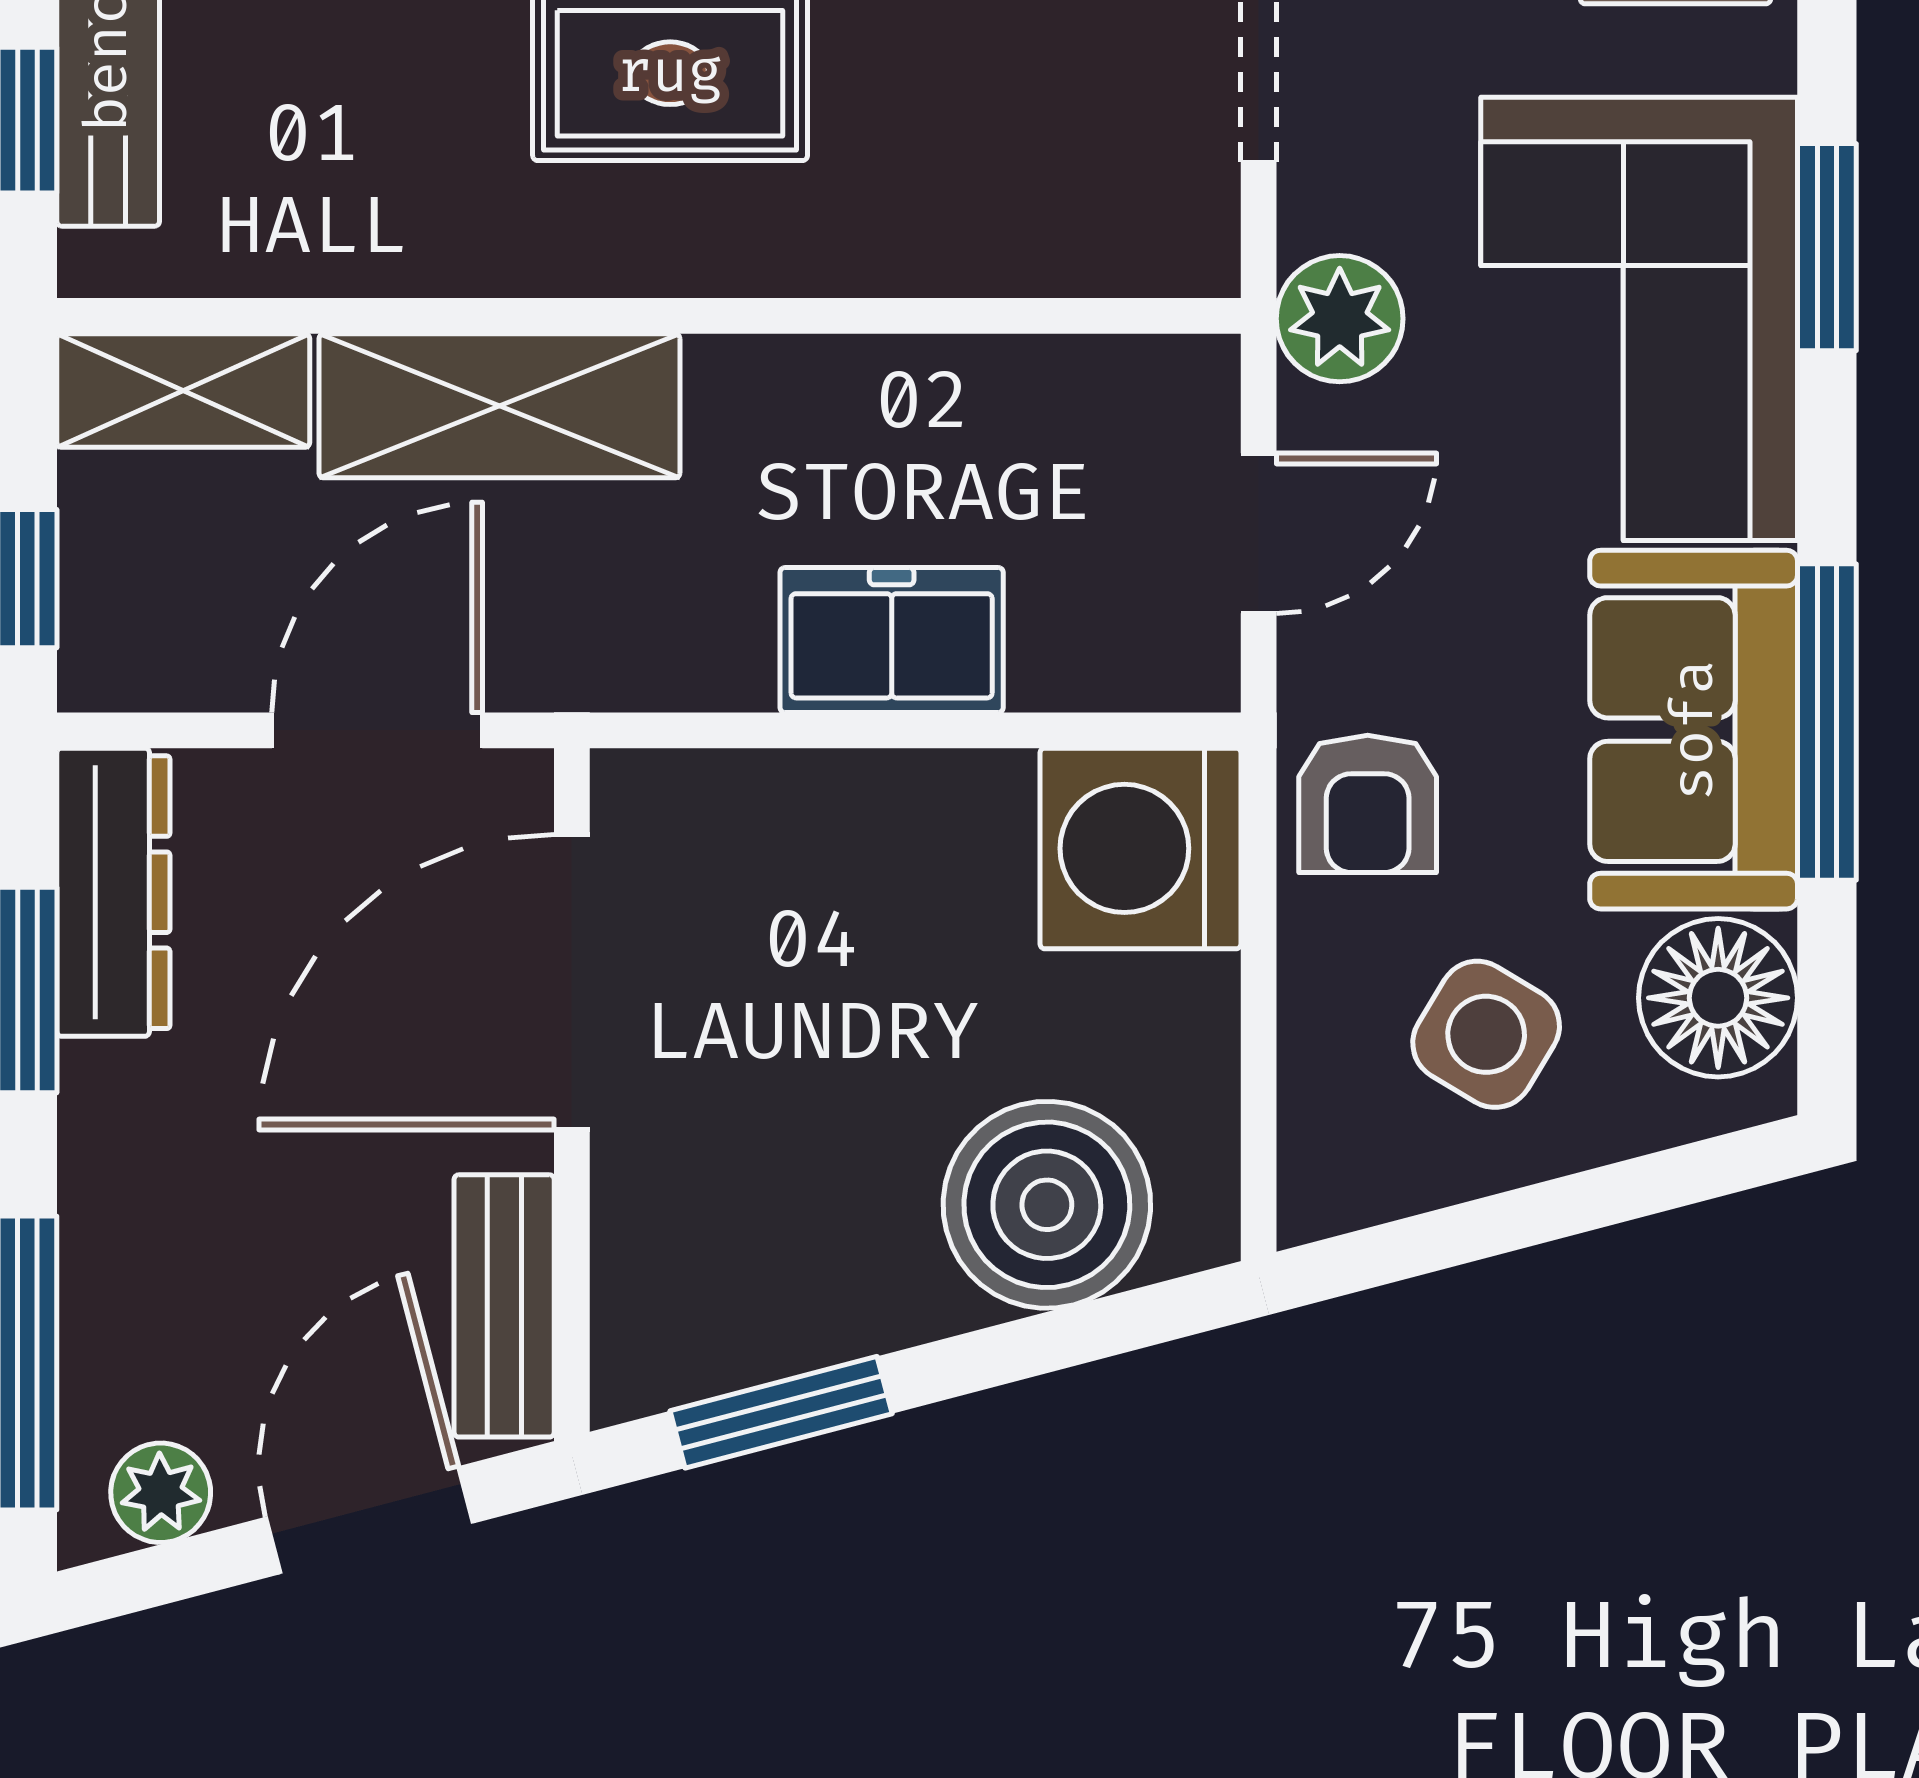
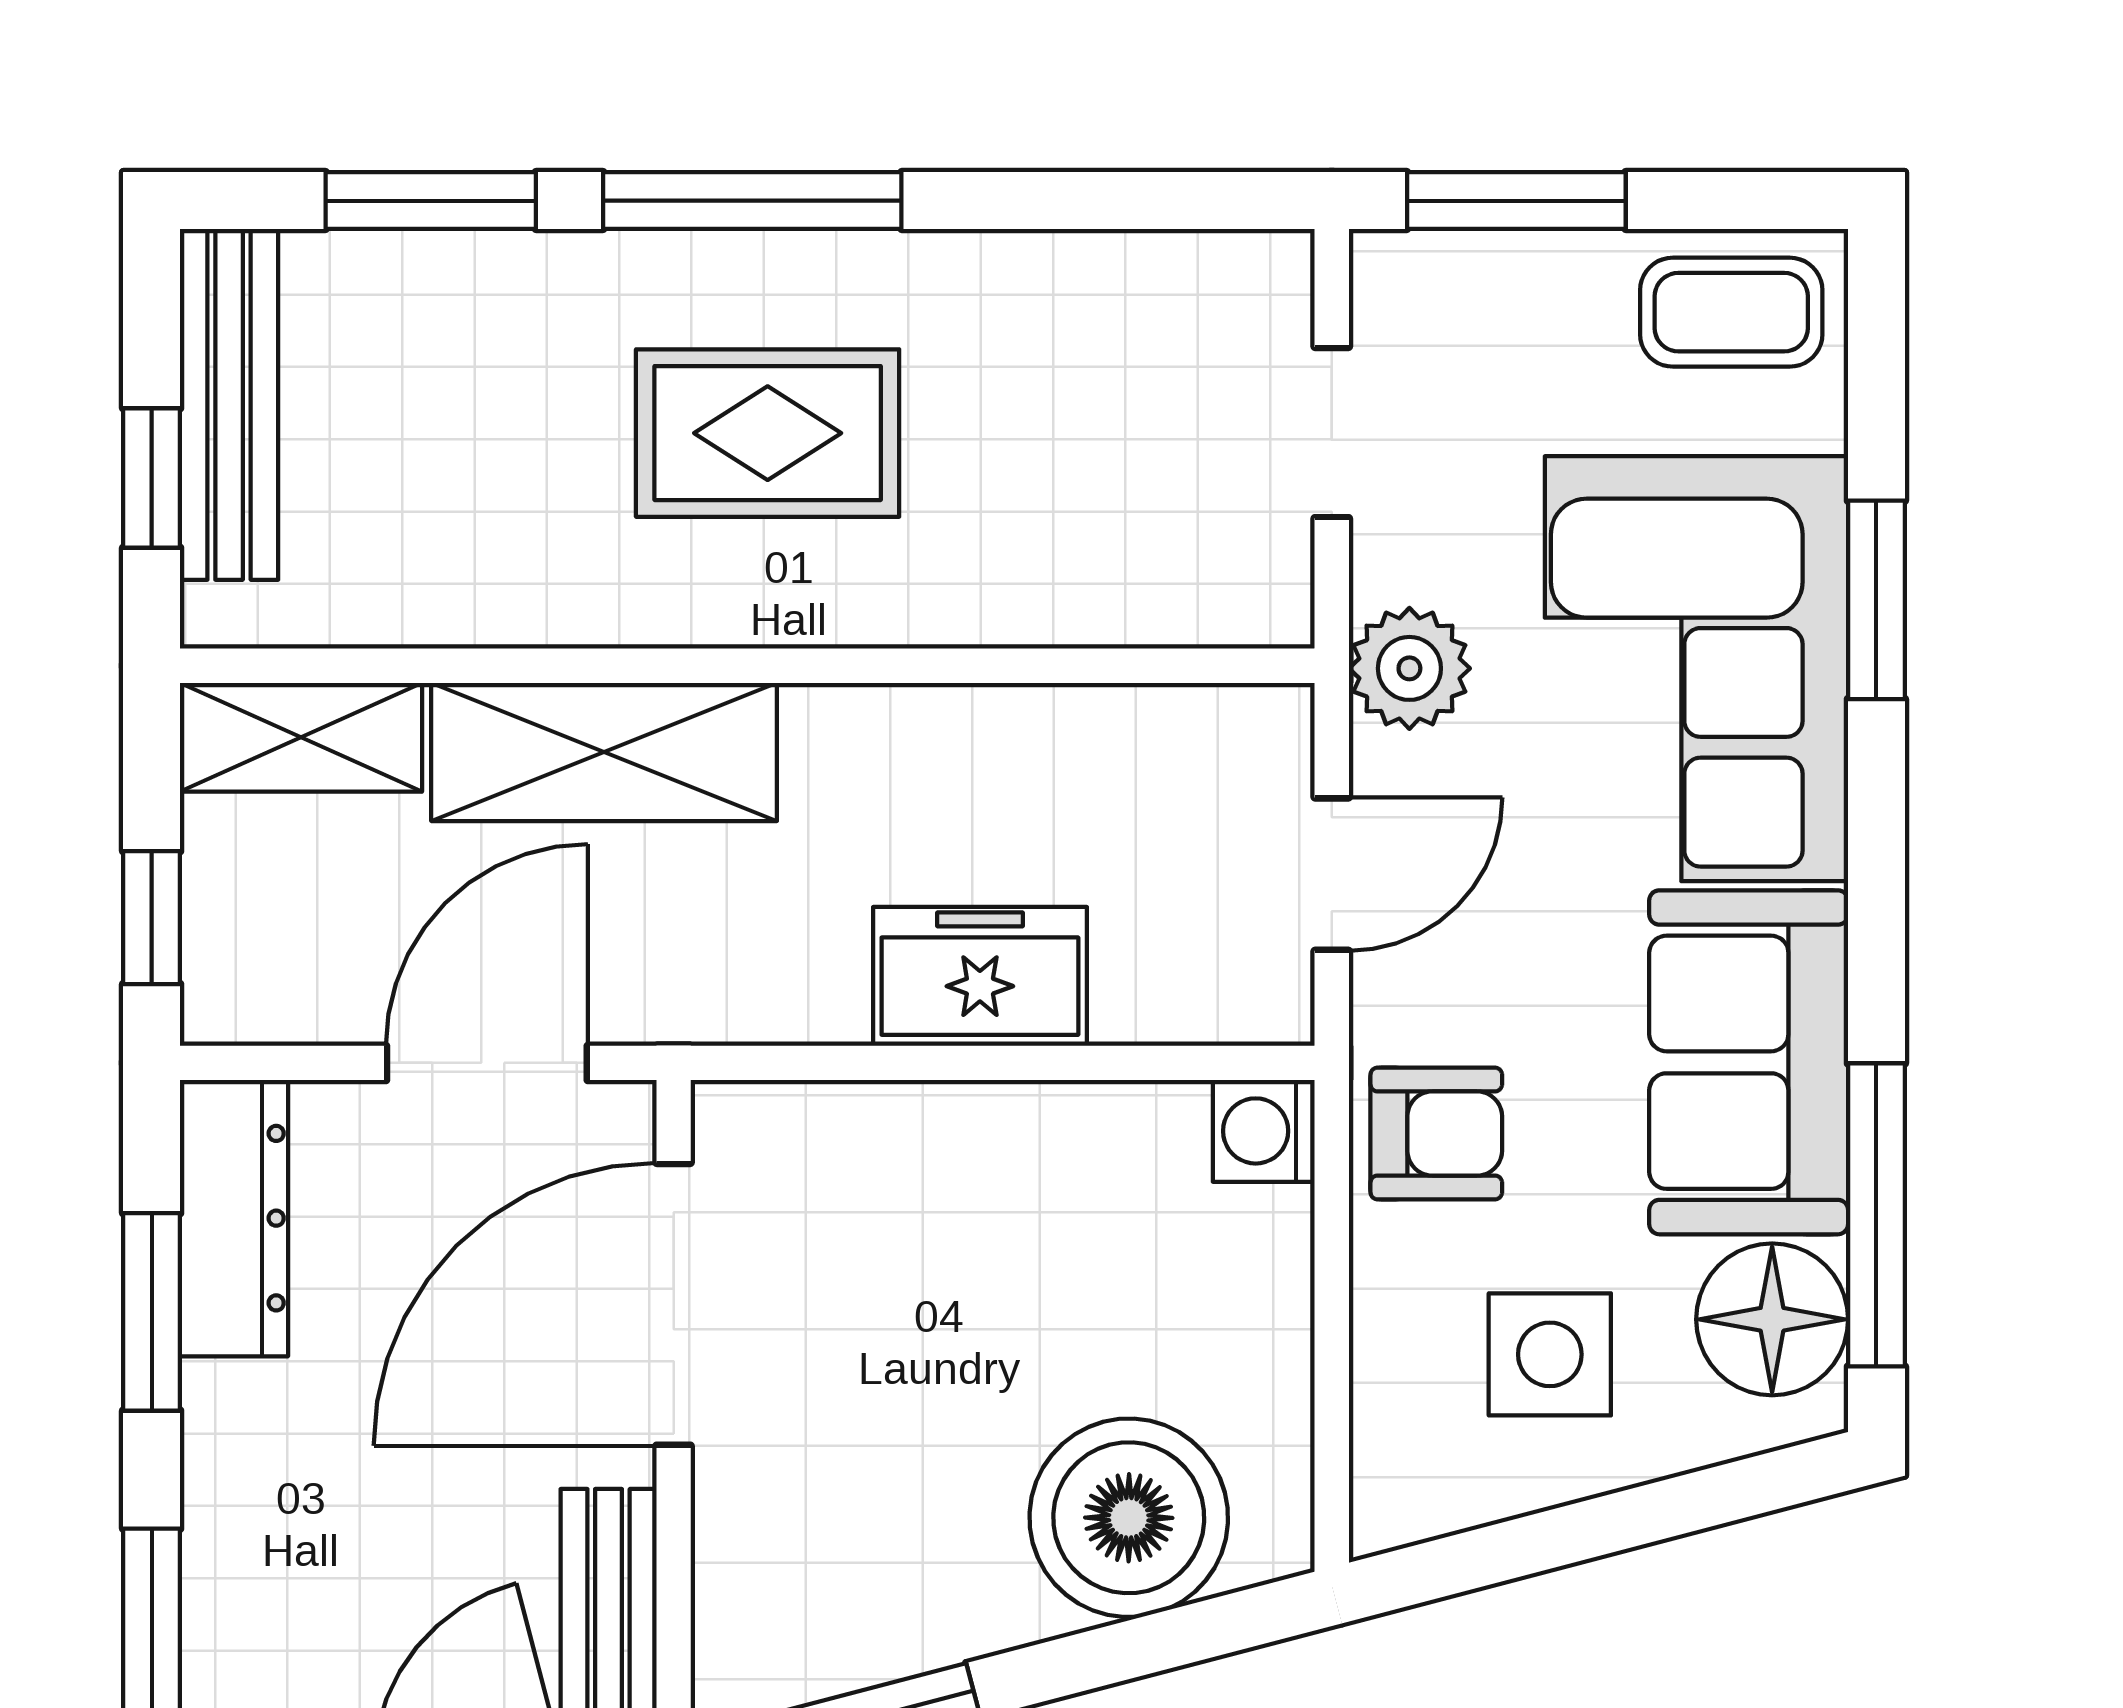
window: (1827, 722) -> (1876, 1215), moved
armchair: (1368, 804) -> (1436, 1133), turned -90
washing machine: (1140, 848) -> (1264, 1131), width x0.53, depth x0.53
side table: (1486, 1034) -> (1550, 1354), turned -31

